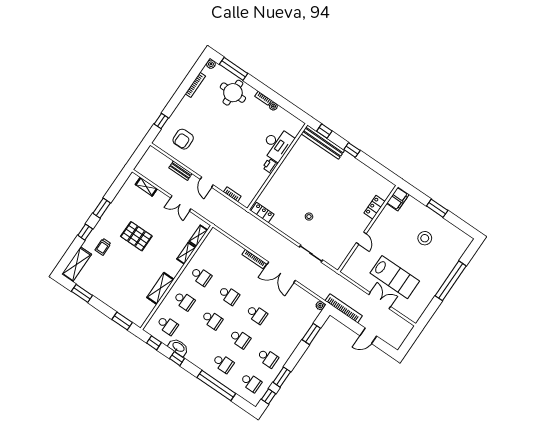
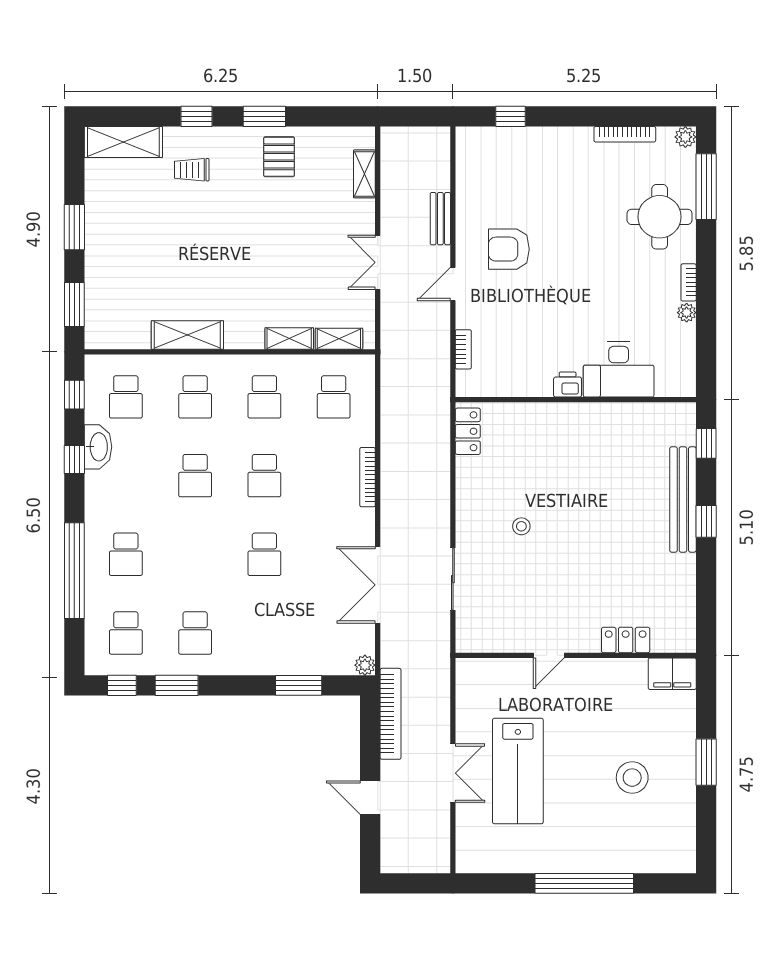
armchair: (183, 139) -> (509, 249), moved
bench: (323, 142) -> (683, 499), moved
pallet: (136, 236) -> (279, 157), moved, width x0.67, depth x0.71
double door: (281, 272) -> (378, 585), moved
window: (82, 293) -> (74, 227), moved
school desk: (240, 339) -> (334, 397), moved

